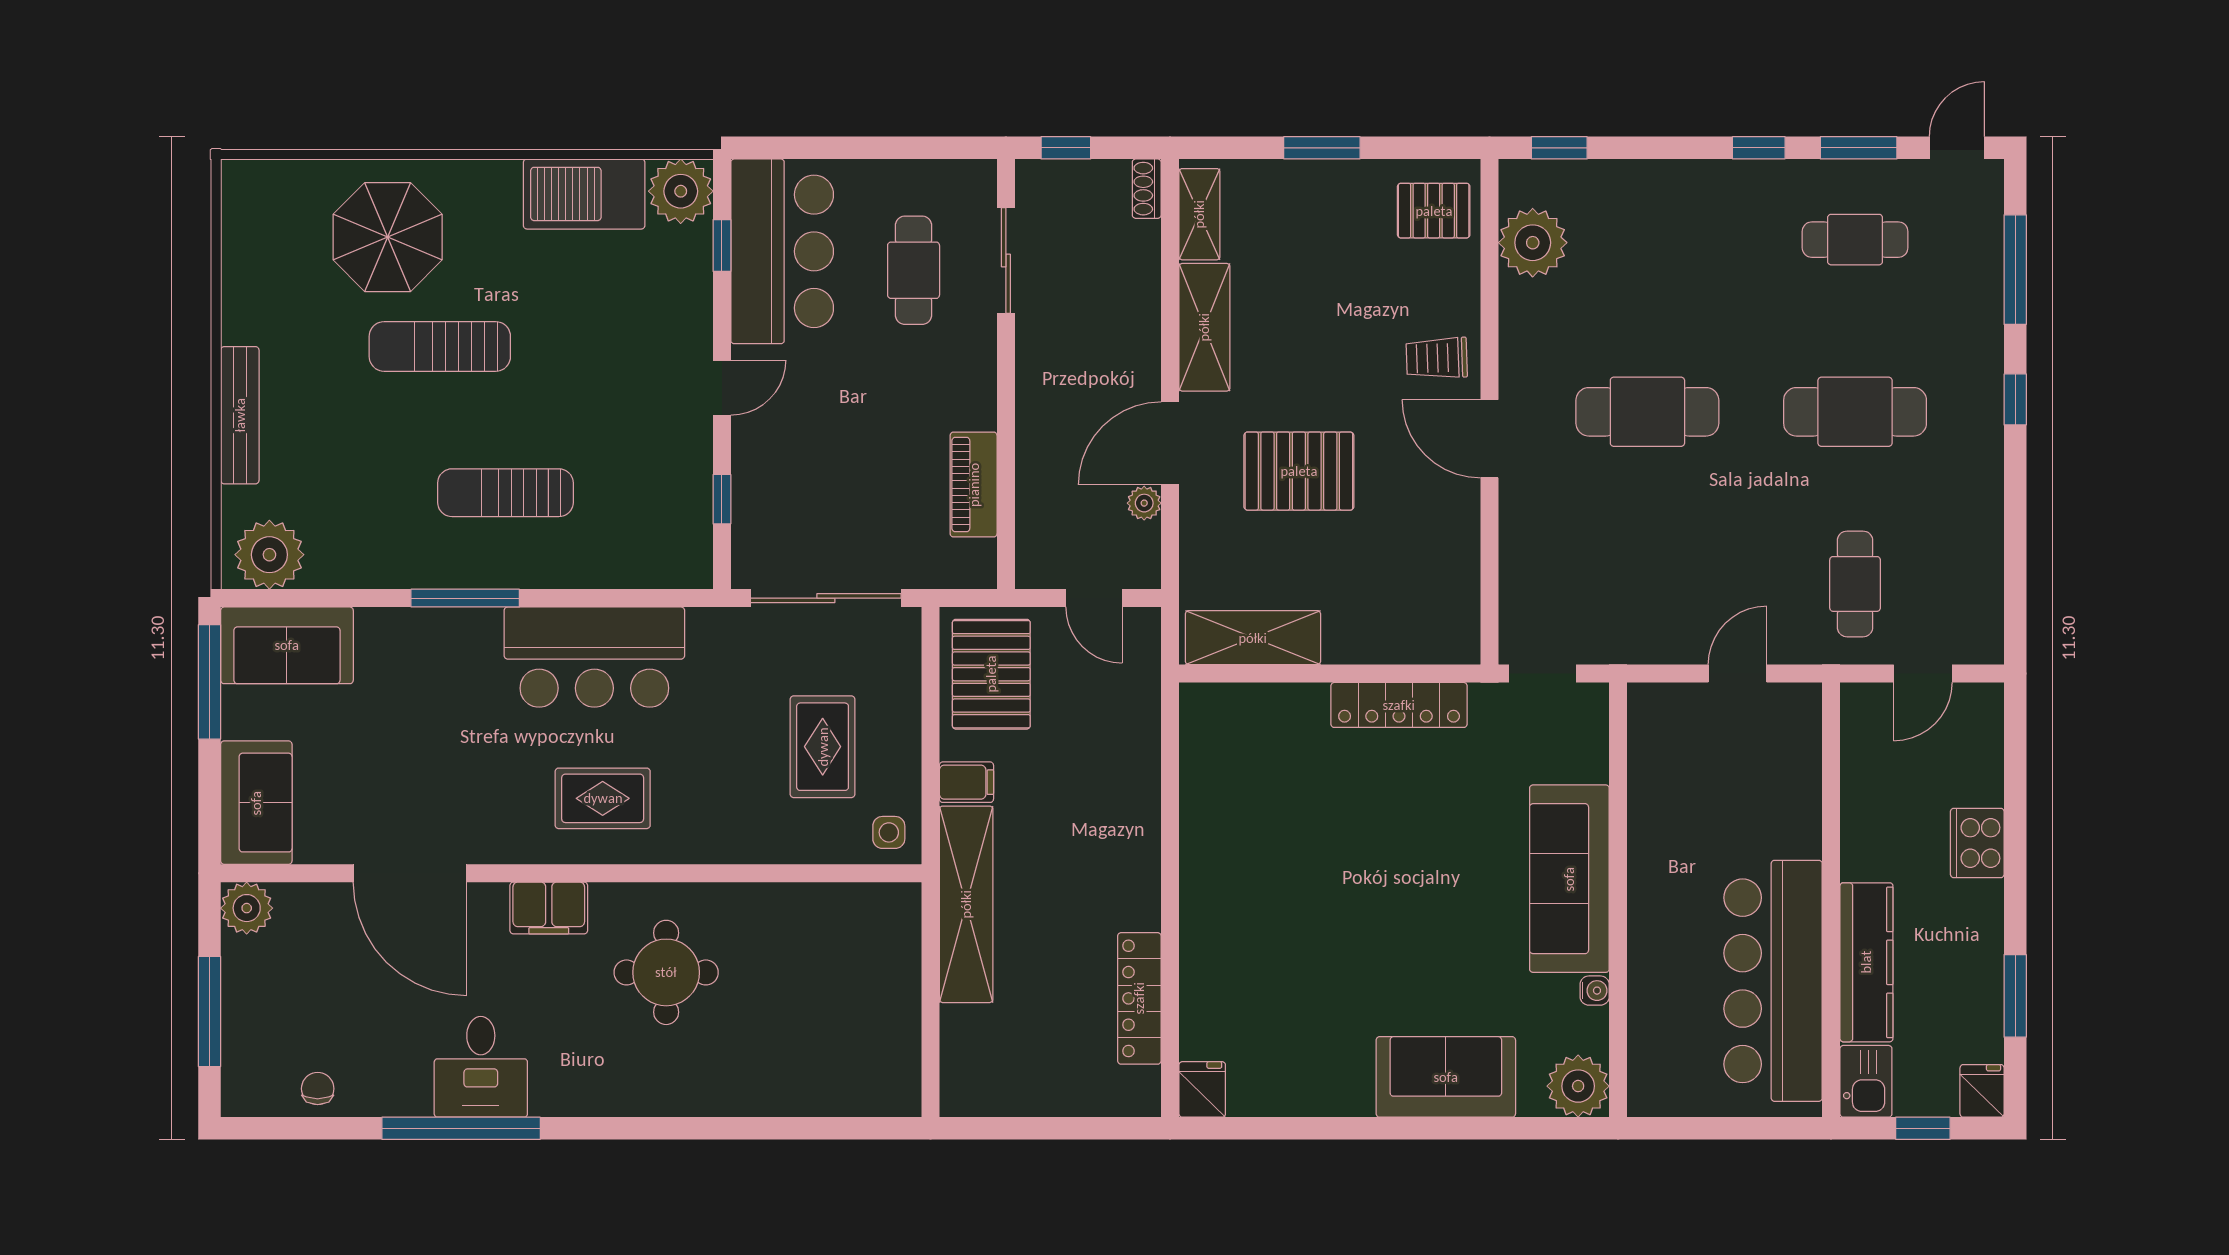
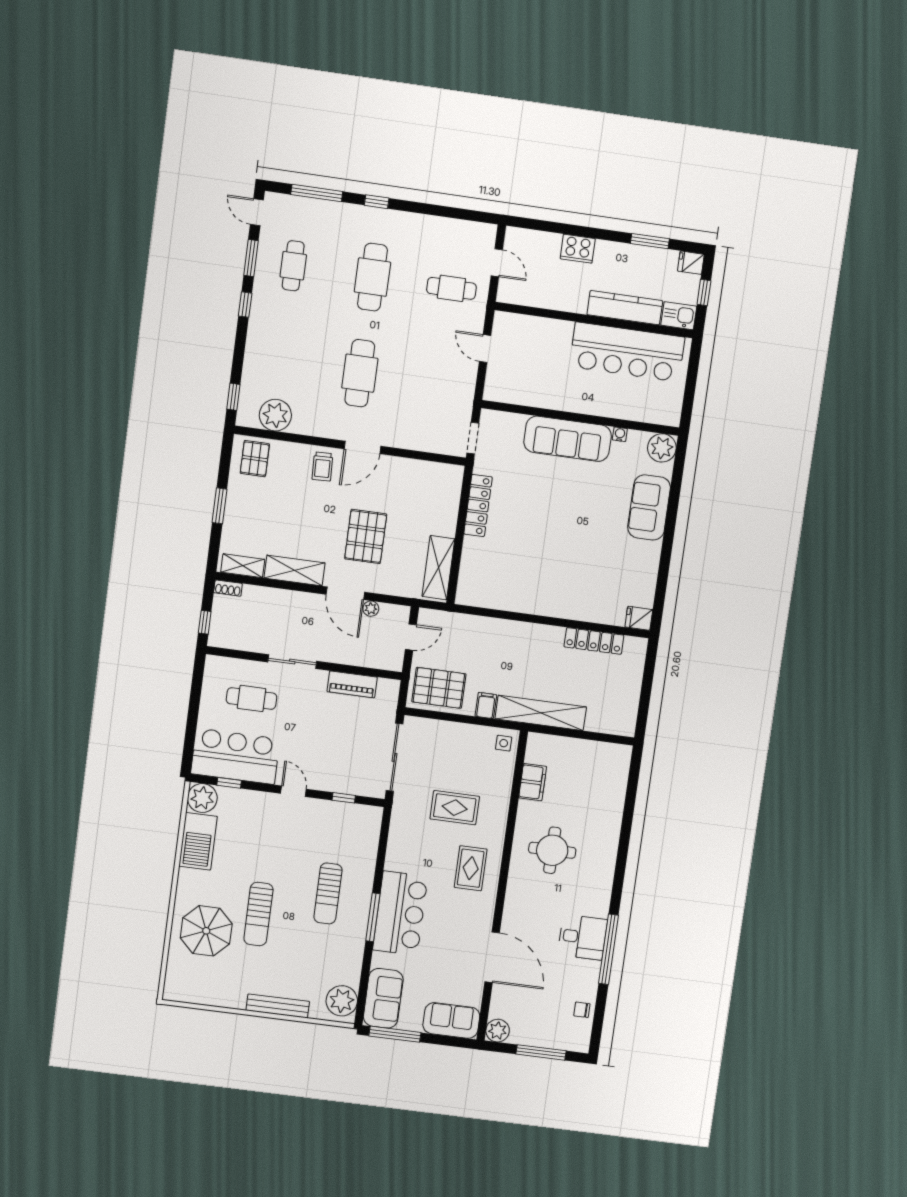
sliding door: (1006, 260) -> (292, 662), moved
bar counter: (594, 657) -> (400, 913), moved
rug: (823, 747) -> (455, 808), moved
door: (410, 873) -> (492, 957), hinge flipped
filing cabinet: (549, 908) -> (533, 782), moved

